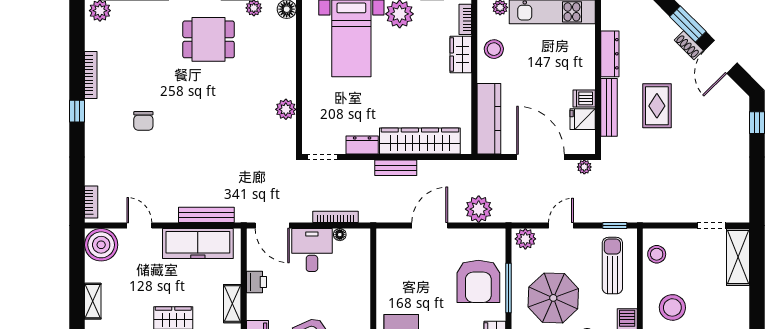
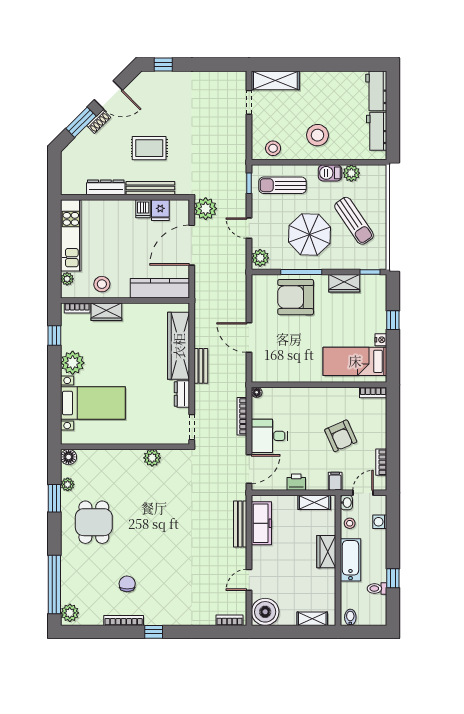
chair: (143, 121) -> (127, 584), moved, turned -89
plant: (584, 167) -> (206, 209), width x1.87, depth x1.87
plant: (479, 209) -> (235, 297), removed
floor lamp: (340, 235) -> (257, 392), moved
freezer: (198, 243) -> (261, 523), width x0.73, depth x0.79
armchair: (478, 281) -> (296, 297), turned 180

